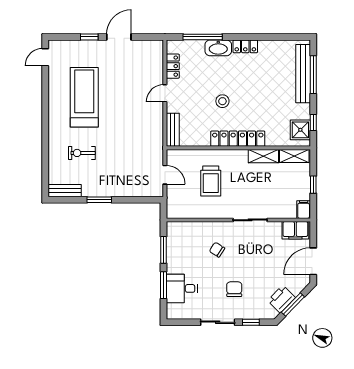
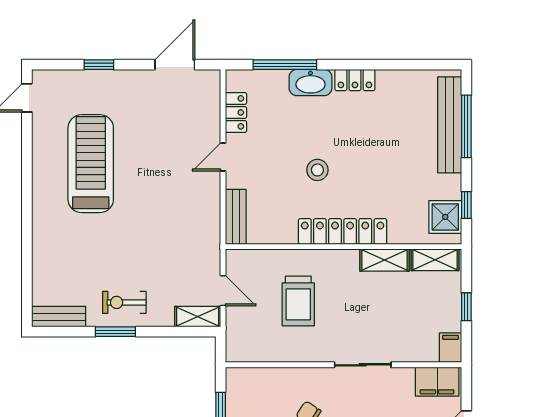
door: (119, 37) -> (175, 65), moved
exercise bike: (82, 153) -> (124, 302), moved
shelving: (149, 191) -> (198, 317), added

